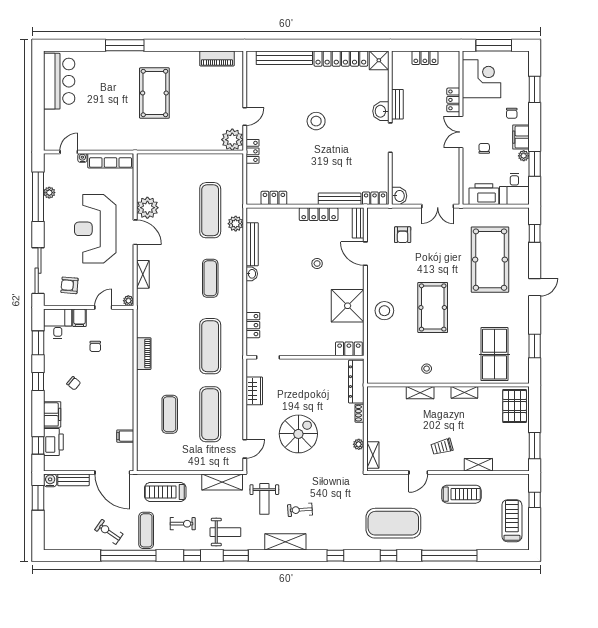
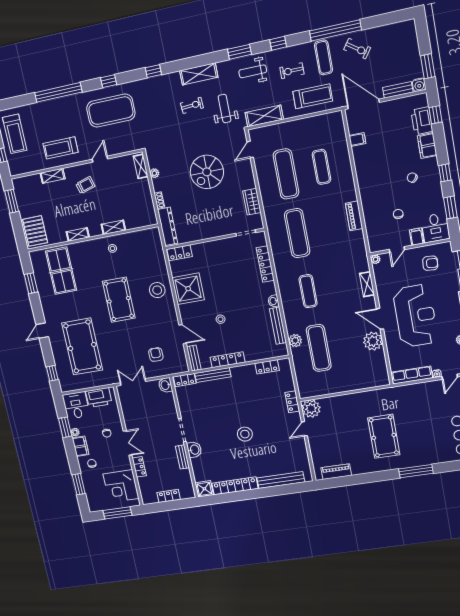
locker: (253, 325) -> (265, 264), width x1.53

